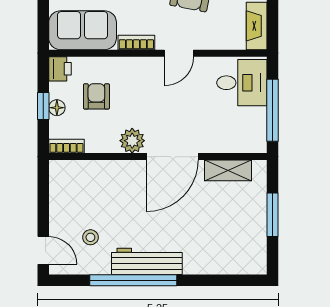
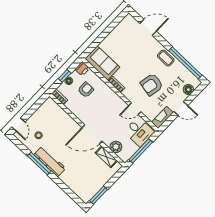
door: (179, 53) -> (135, 109), moved
plant: (132, 141) -> (116, 147), moved
window: (272, 215) -> (99, 195), moved
window: (133, 280) -> (39, 164), width x0.68

